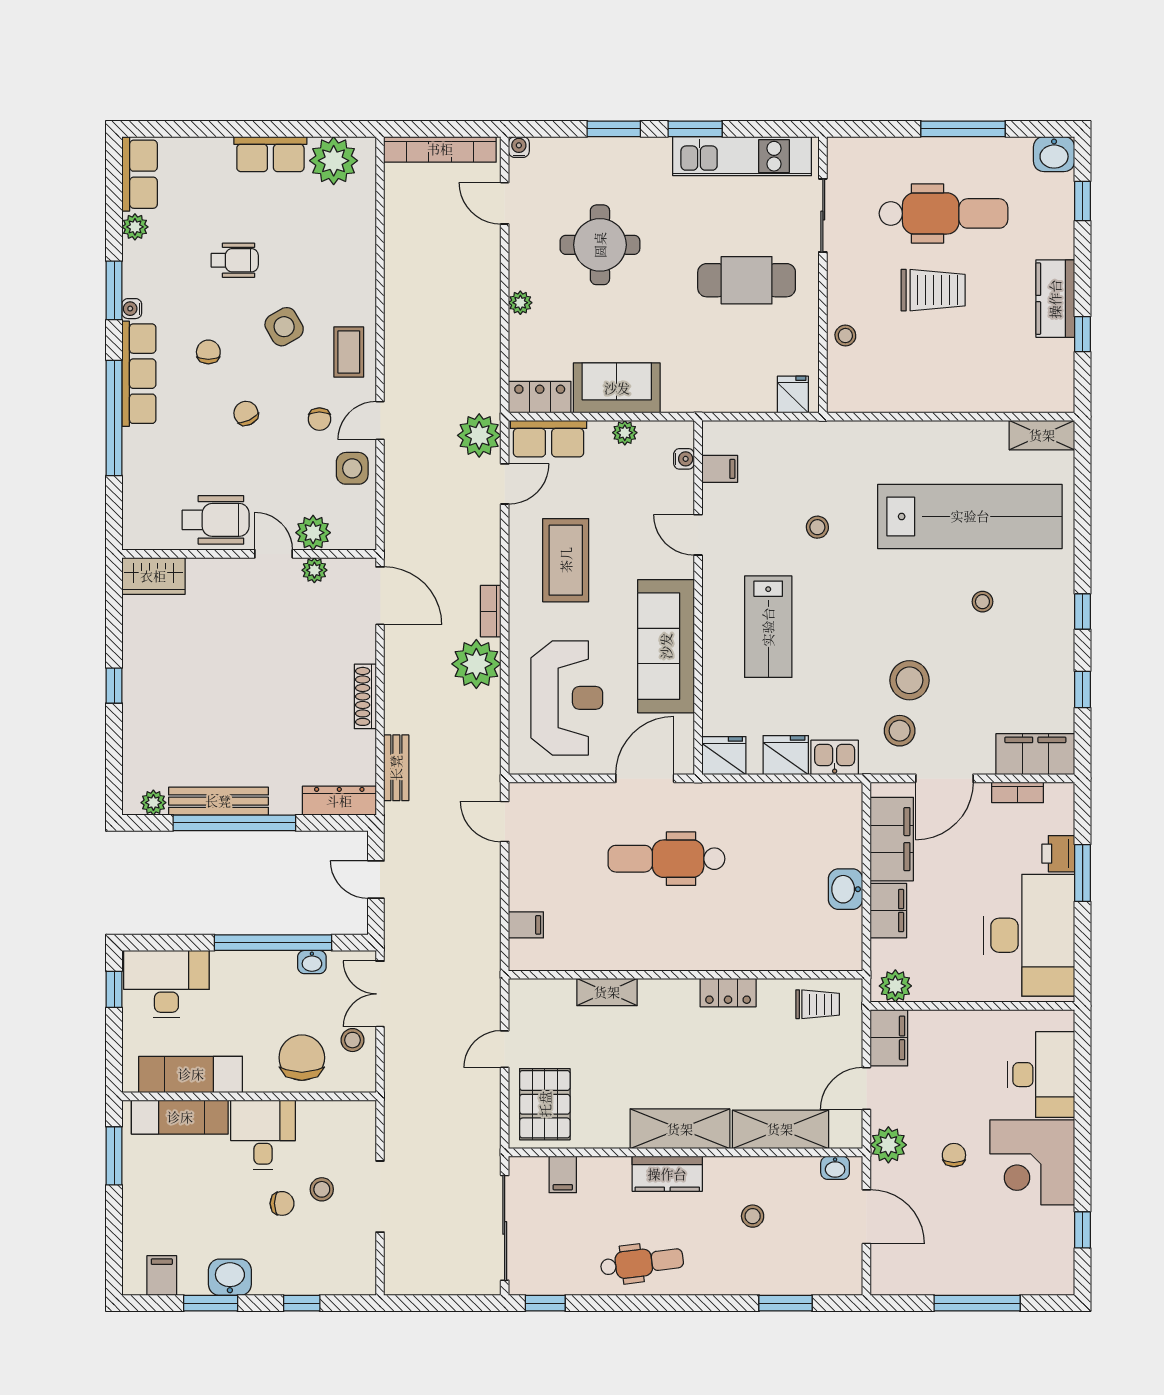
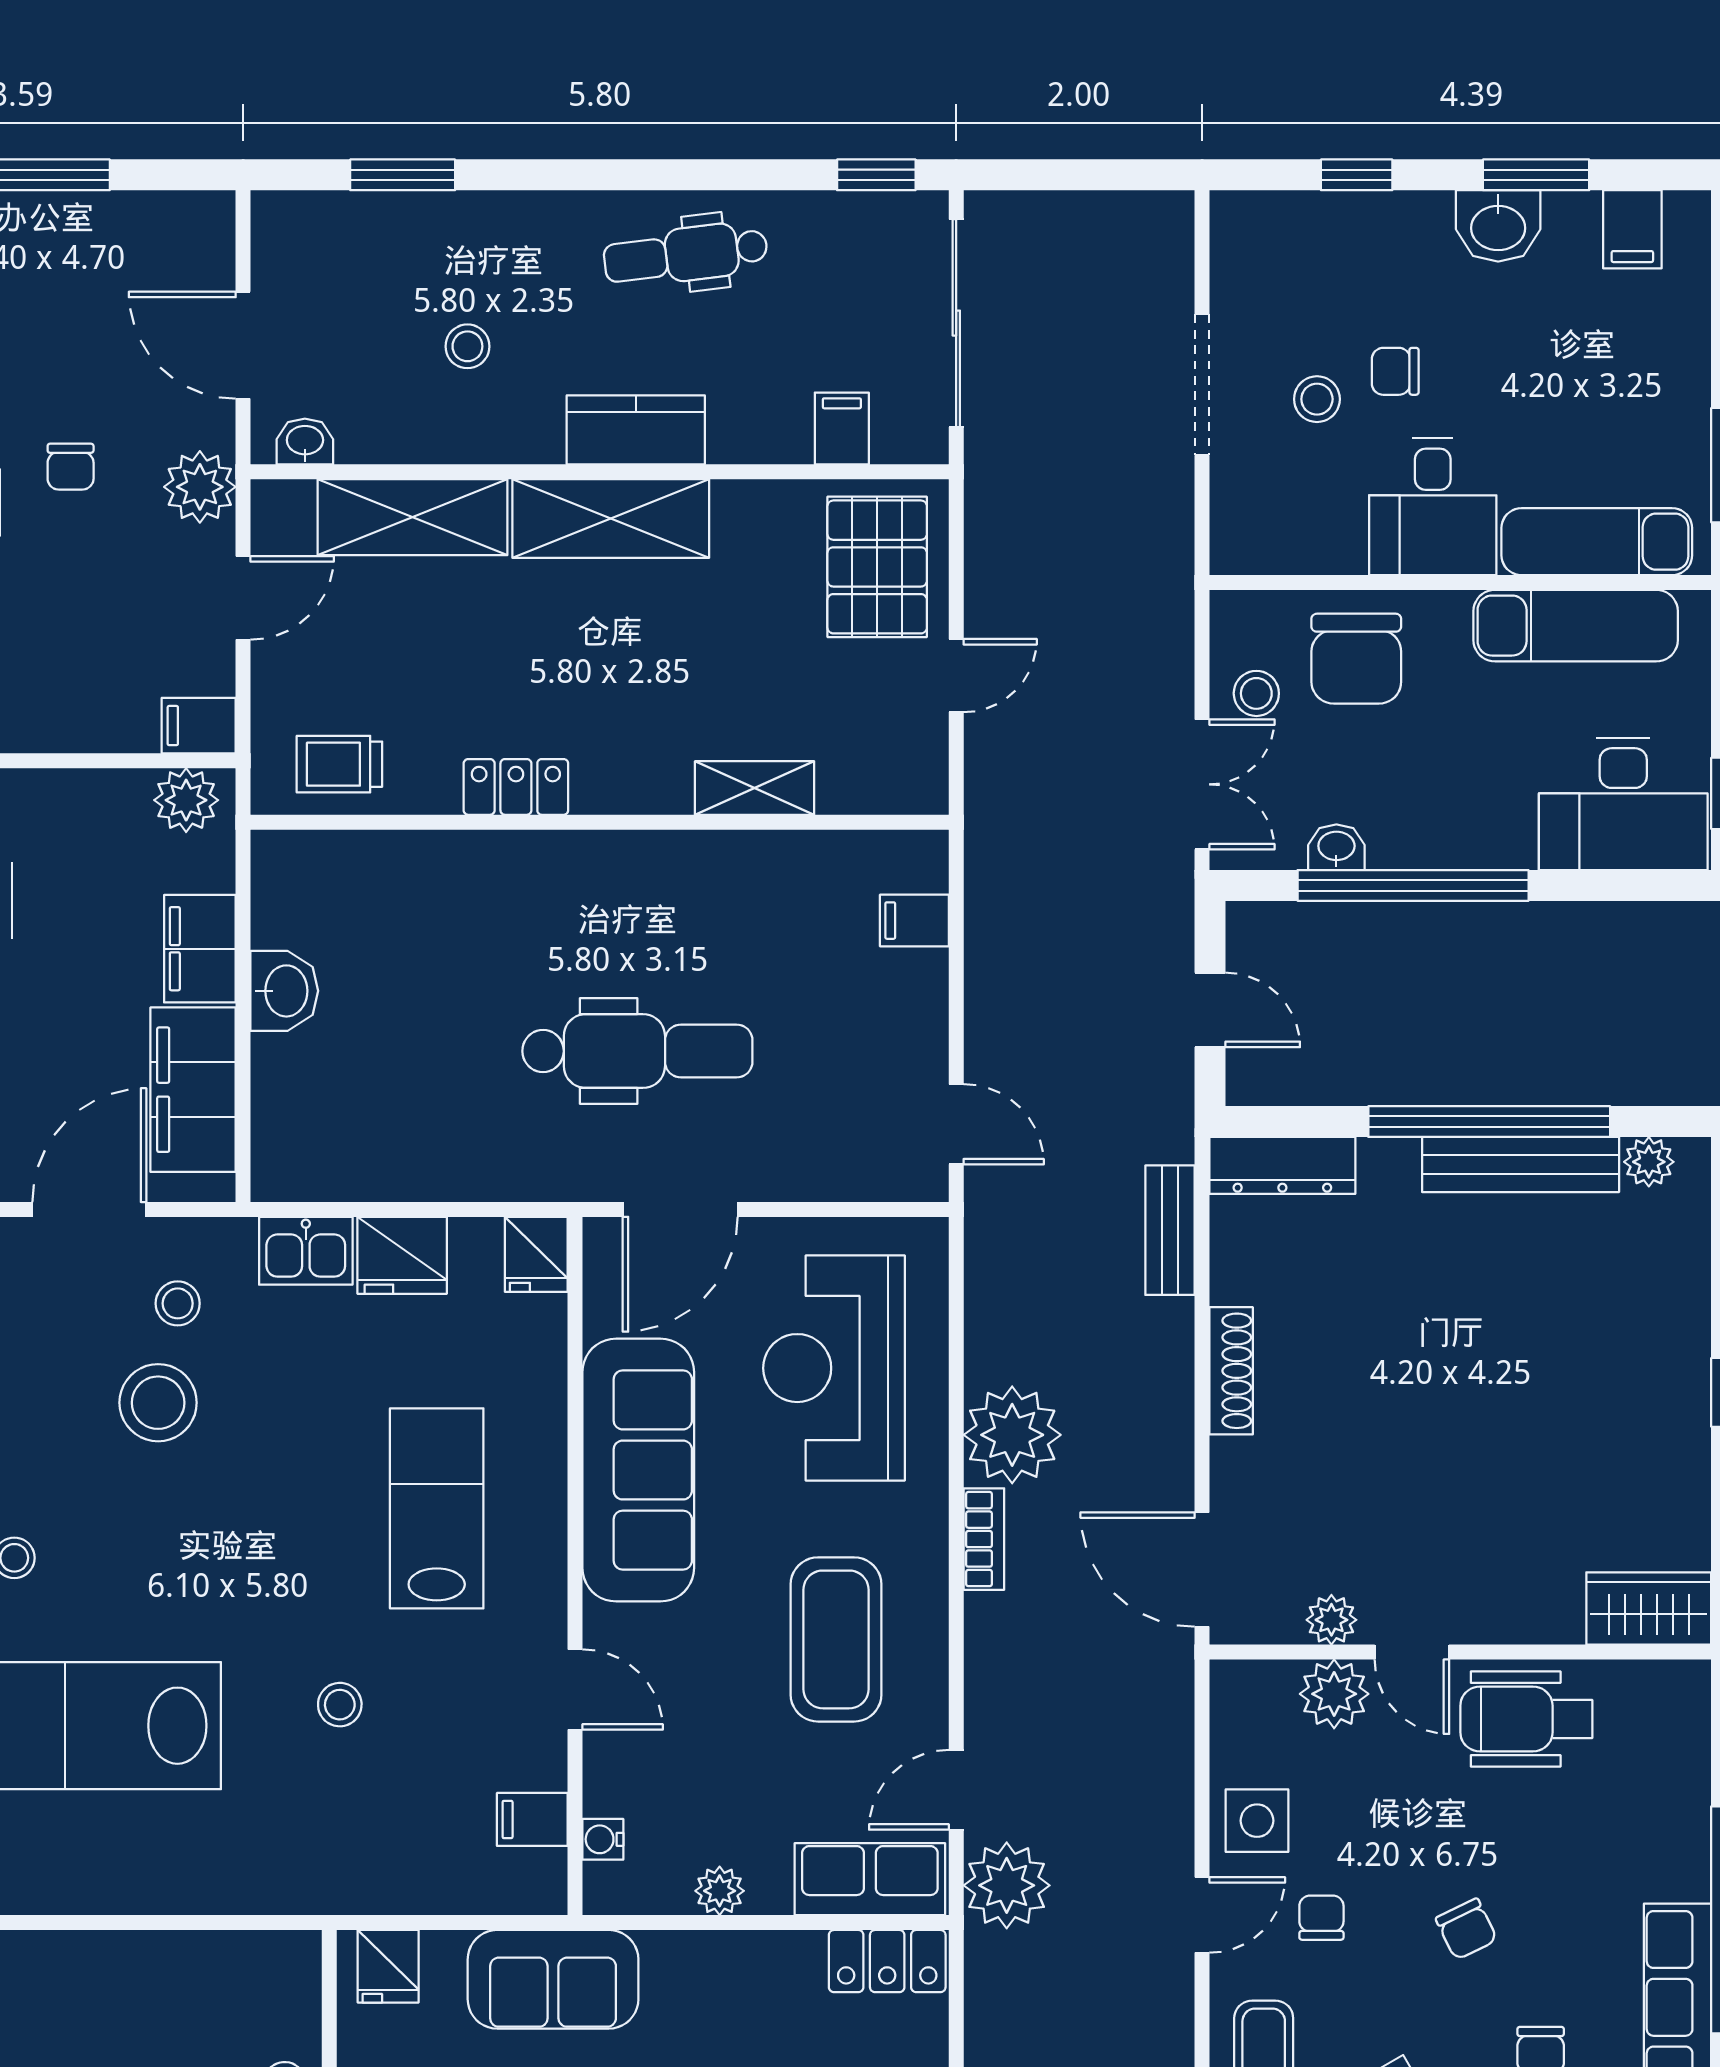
sofa: (617, 388) -> (553, 1979), moved
stool: (900, 731) -> (178, 1303), width x0.73, depth x0.73
fridge: (724, 756) -> (536, 1254), width x0.72
filing cabinet: (889, 1038) -> (199, 726), width x0.50

